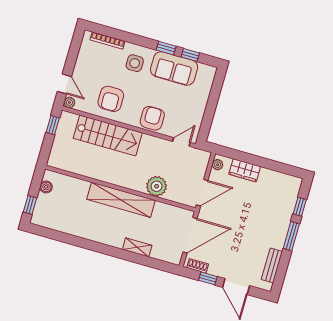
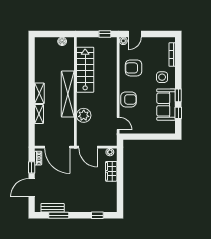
stairs: (108, 135) -> (85, 70), moved, turned 180
window: (30, 205) -> (47, 34), removed
window: (291, 236) -> (59, 215), moved
shelving: (109, 239) -> (39, 93), added

